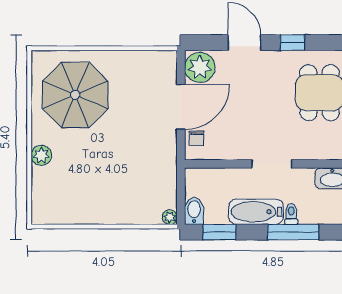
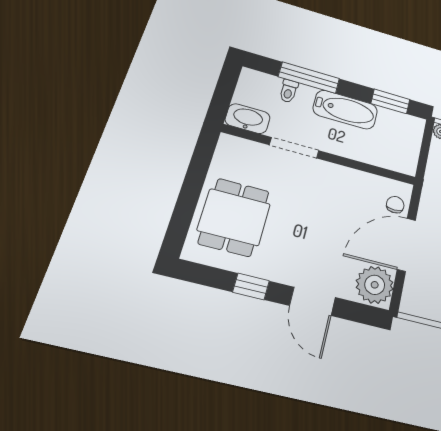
doorway: (272, 164) -> (294, 148), moved
bidet: (194, 211) -> (413, 130), removed
toilet: (291, 214) -> (289, 91), moved

